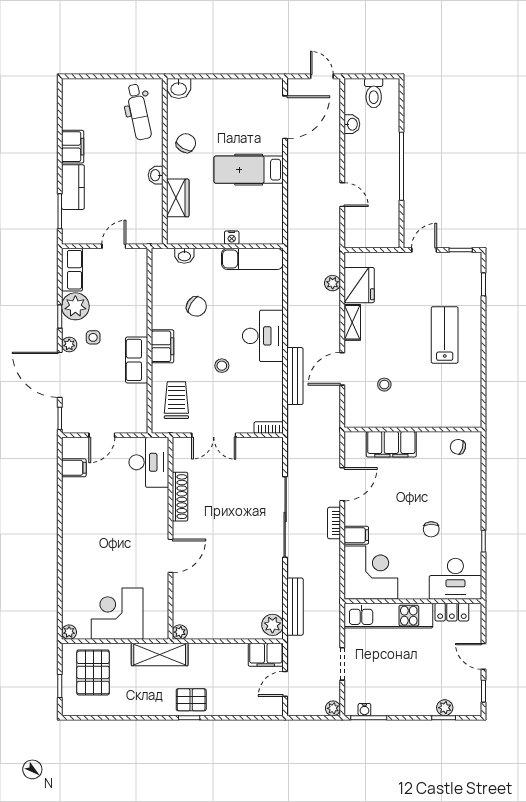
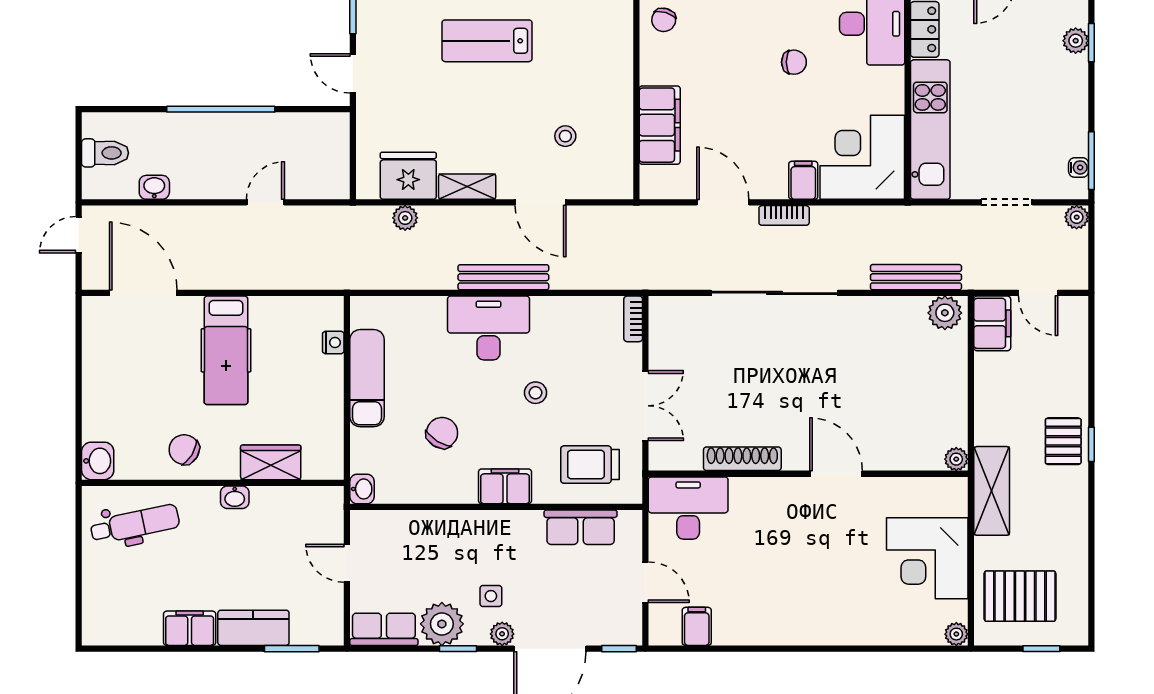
nightstand: (232, 238) -> (333, 343), moved
washbasin: (184, 256) -> (362, 489), moved
exam couch: (252, 259) -> (367, 378), moved
row of seats: (137, 360) -> (581, 527), moved
bench: (295, 376) -> (503, 277), moved

